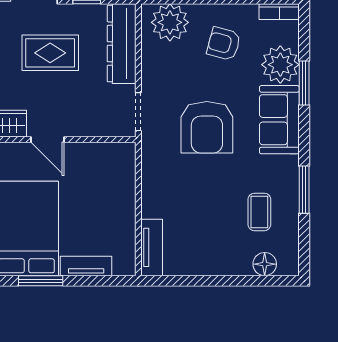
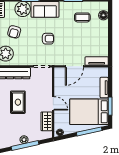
armchair: (207, 127) -> (48, 39), width x0.53, depth x0.53
door: (47, 140) -> (53, 103), hinge flipped
door: (138, 192) -> (74, 66), added

